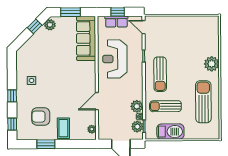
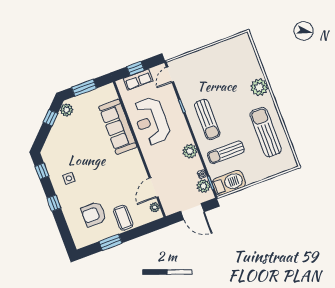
door: (144, 27) -> (170, 74), hinge flipped
sofa: (86, 38) -> (118, 127), moved
door: (97, 101) -> (154, 187), moved
plant: (137, 106) -> (190, 151), moved
window: (12, 124) -> (42, 171), moved
barbecue: (170, 132) -> (229, 183), moved

